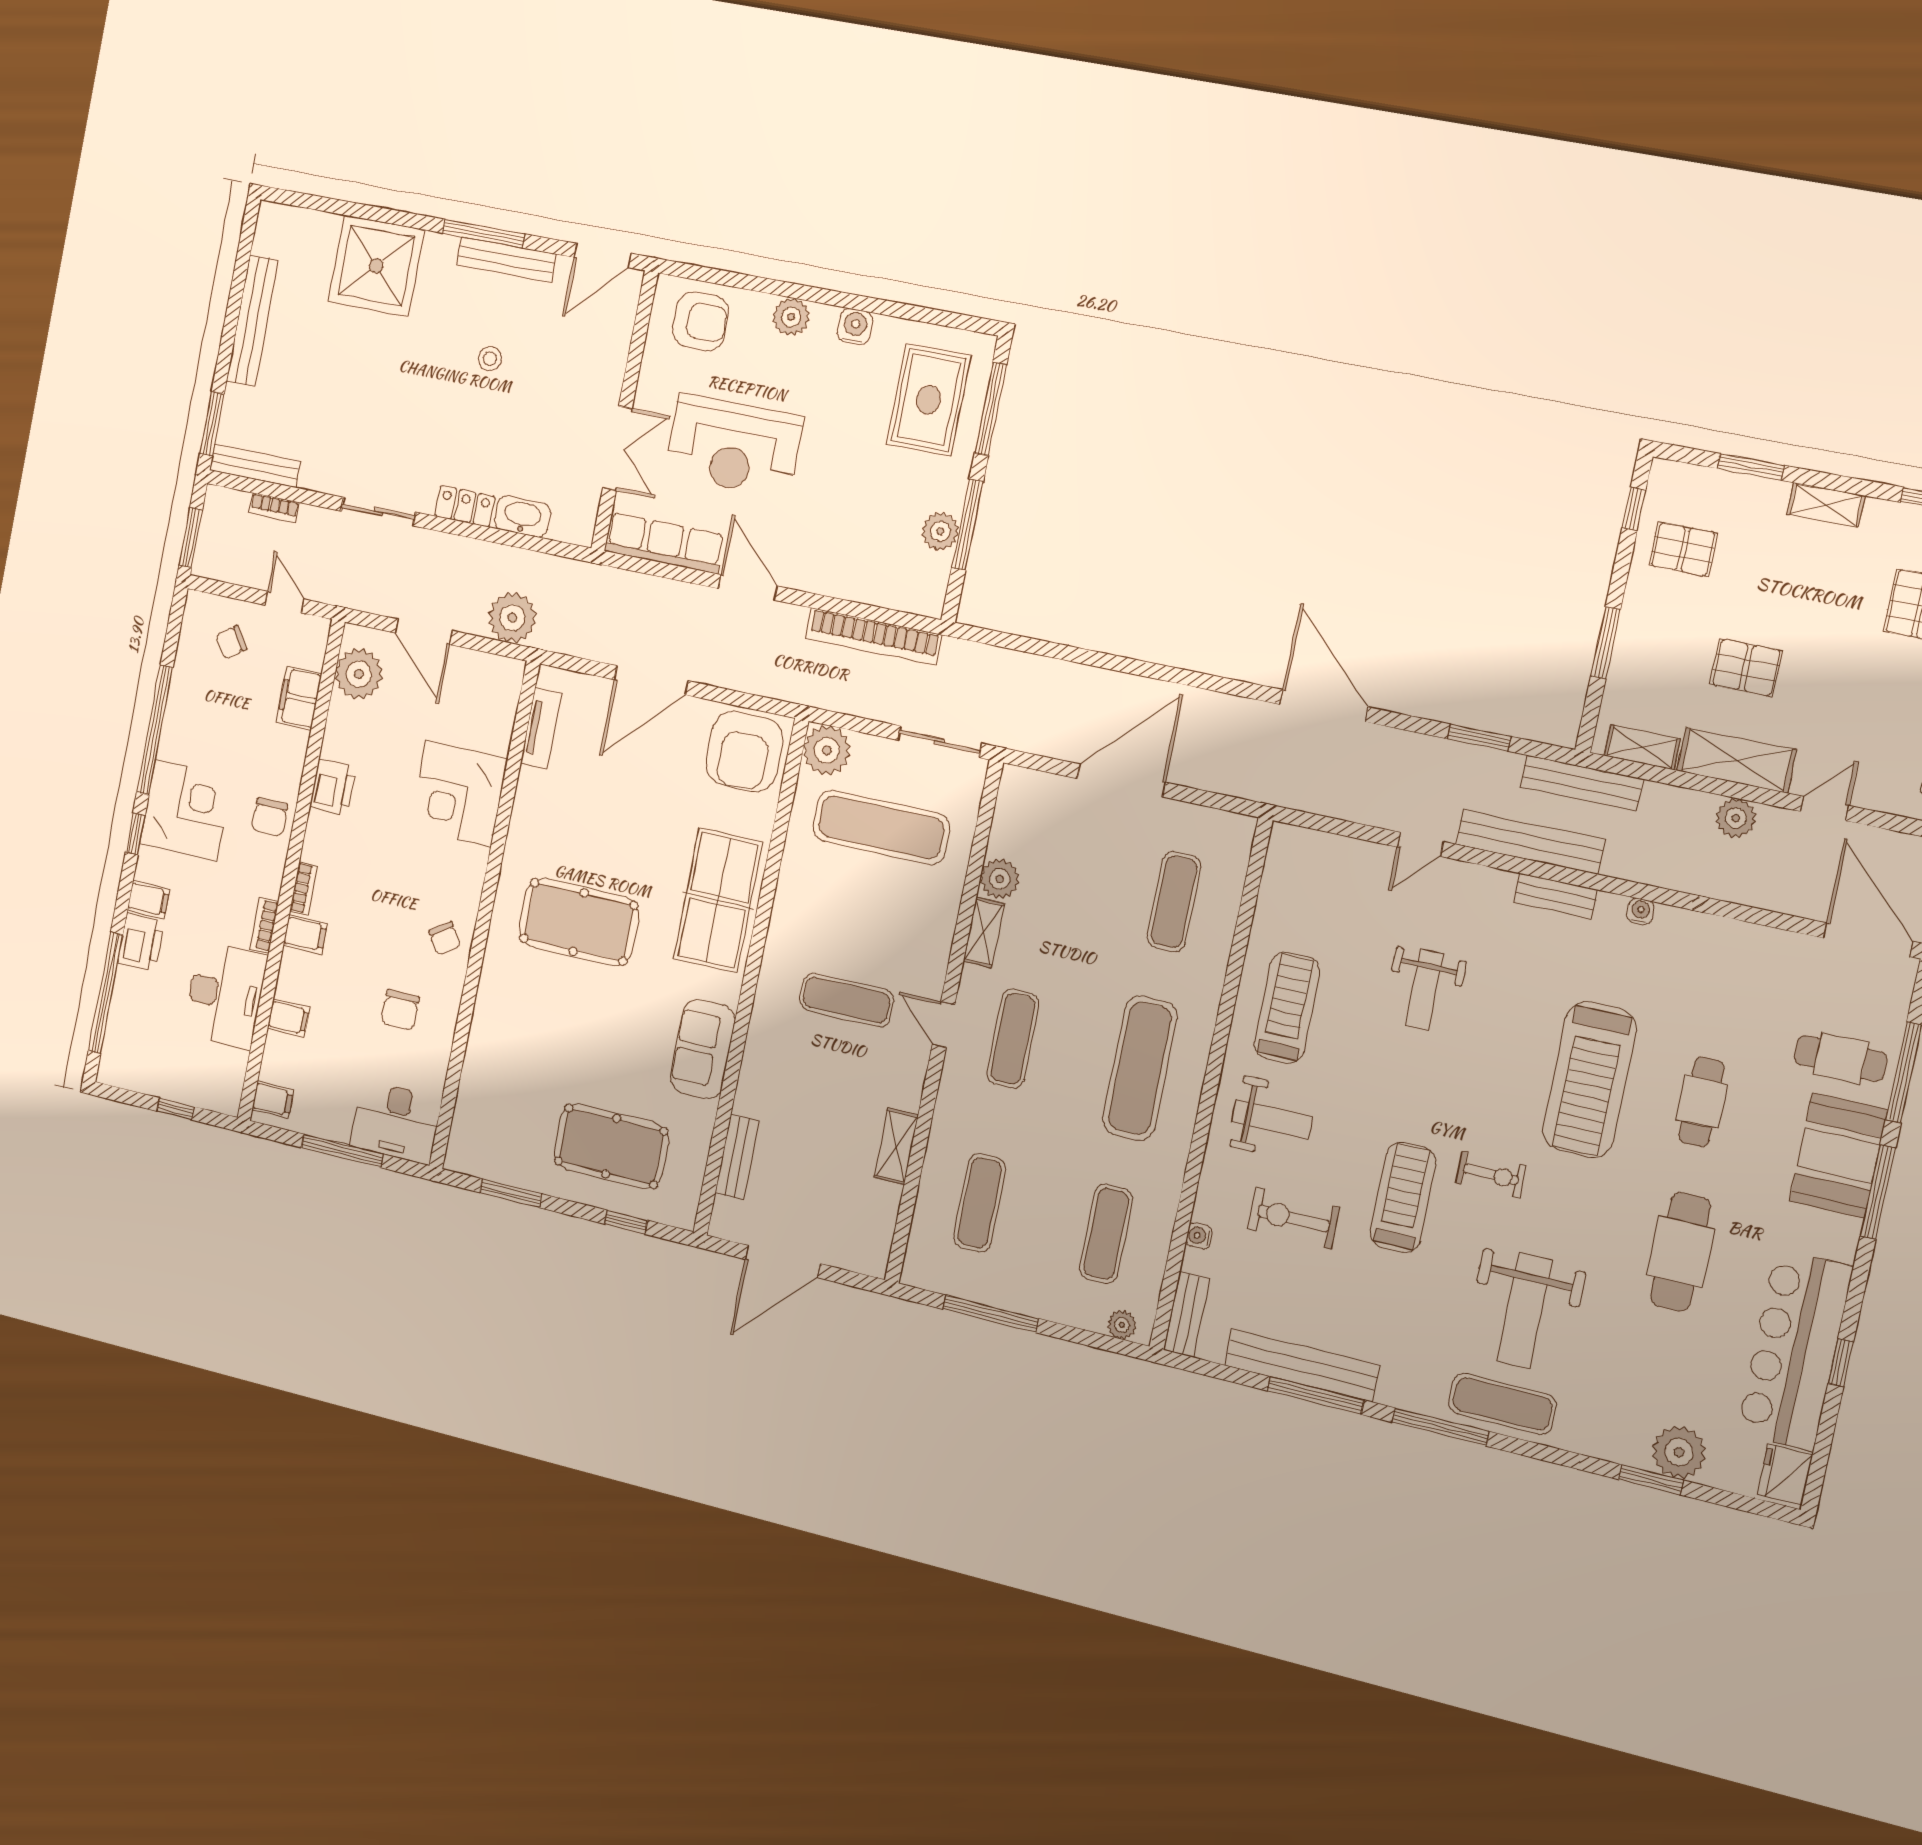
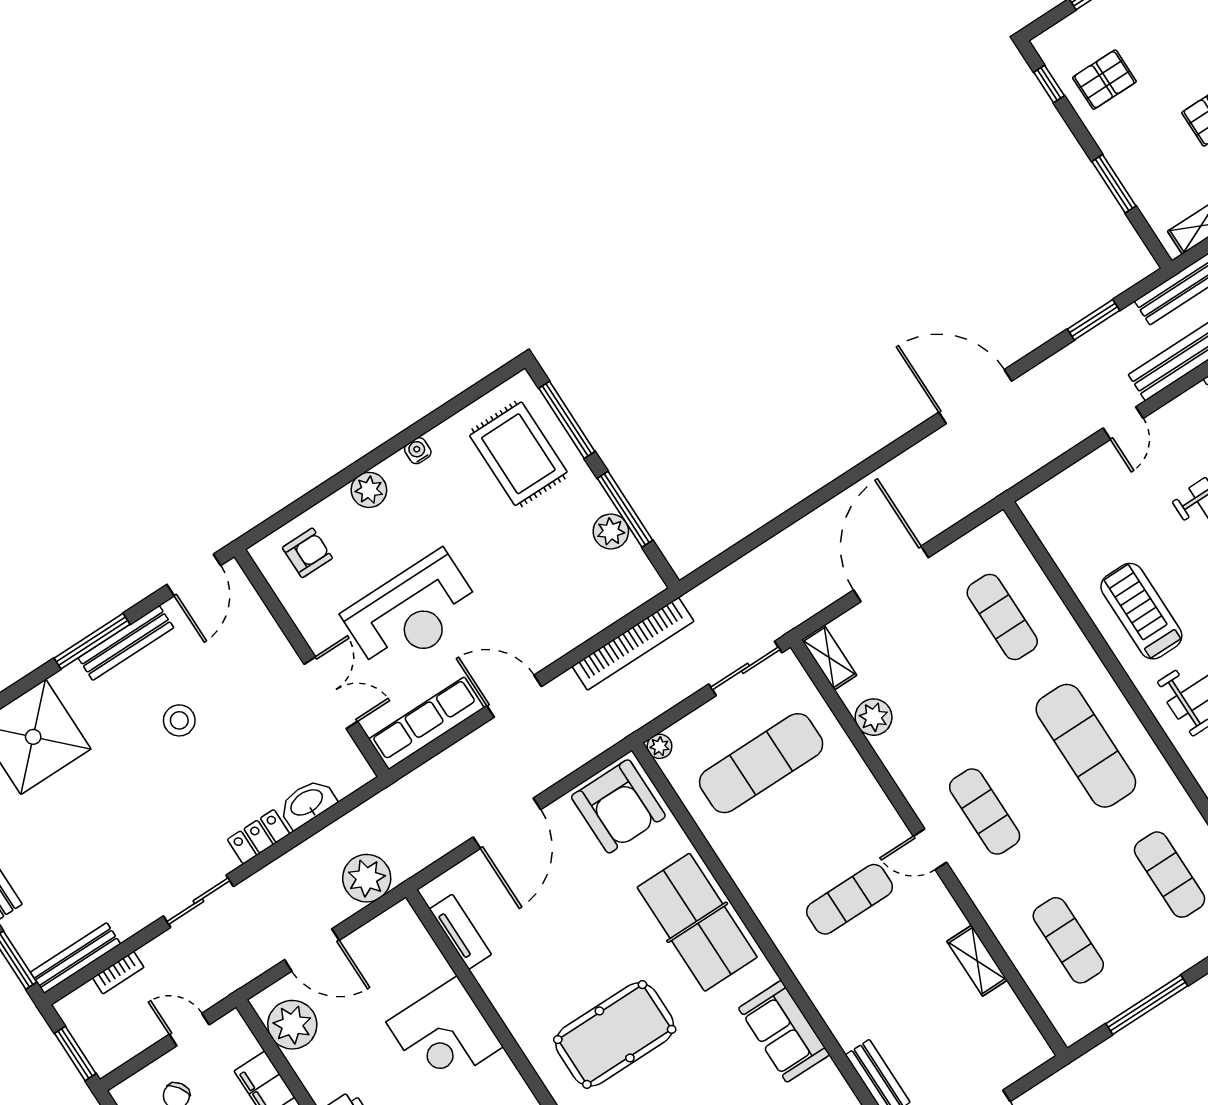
armchair: (700, 321) -> (307, 553), width x0.72, depth x0.72
water cooler: (855, 327) -> (418, 451), width x0.72, depth x0.72
stool: (490, 359) -> (179, 720), width x1.37, depth x1.37
plant: (827, 750) -> (660, 746), width x0.53, depth x0.53
shelving: (984, 932) -> (829, 657), moved

